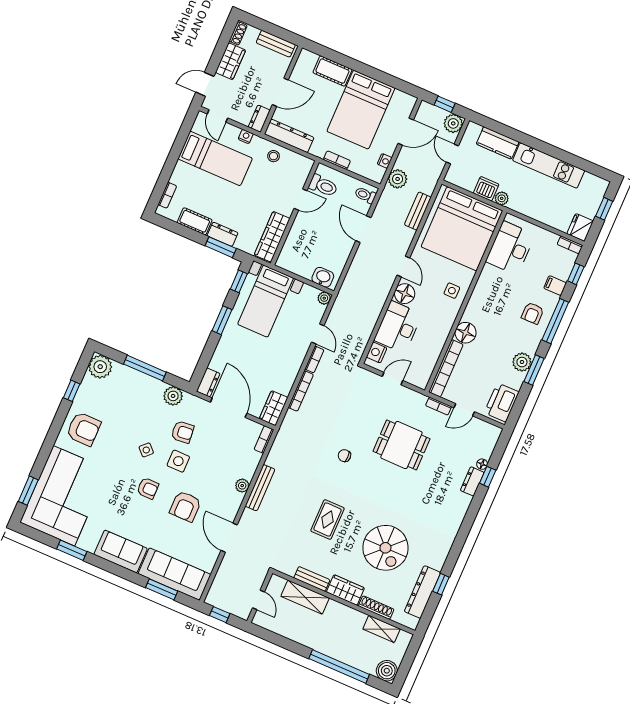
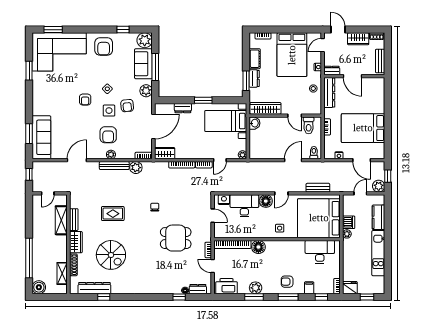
cot: (332, 71) -> (379, 101), removed
bed: (215, 159) -> (292, 55), width x1.50
plant: (398, 179) -> (136, 168), moved
washbasin: (323, 277) -> (254, 123), moved
window: (239, 281) -> (230, 100), removed
window: (555, 321) -> (288, 297), width x0.69
dresser: (208, 382) -> (183, 108), moved
dining table: (401, 445) -> (176, 238), turned 90
dresser: (472, 481) -> (198, 289), moved
armchair: (185, 506) -> (108, 135), moved, turned -90
spiral stairs: (385, 548) -> (111, 255), turned -90
sofa: (121, 551) -> (143, 64), moved, turned 180

